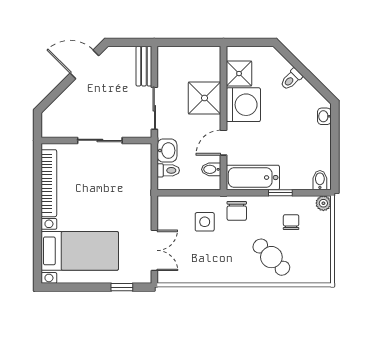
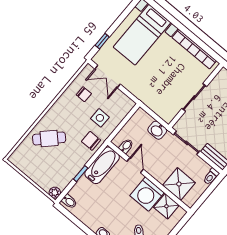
shower: (204, 98) -> (179, 184), moved
toilet: (168, 170) -> (211, 176), moved
chair: (291, 222) -> (84, 94), moved

